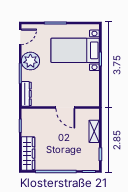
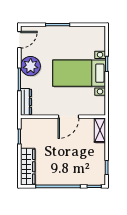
bed with nightstands: (75, 50) -> (79, 73), moved
door: (65, 108) -> (69, 117), hinge flipped
shelving: (94, 131) -> (100, 130), moved

